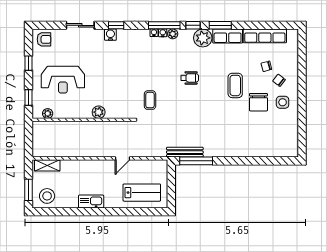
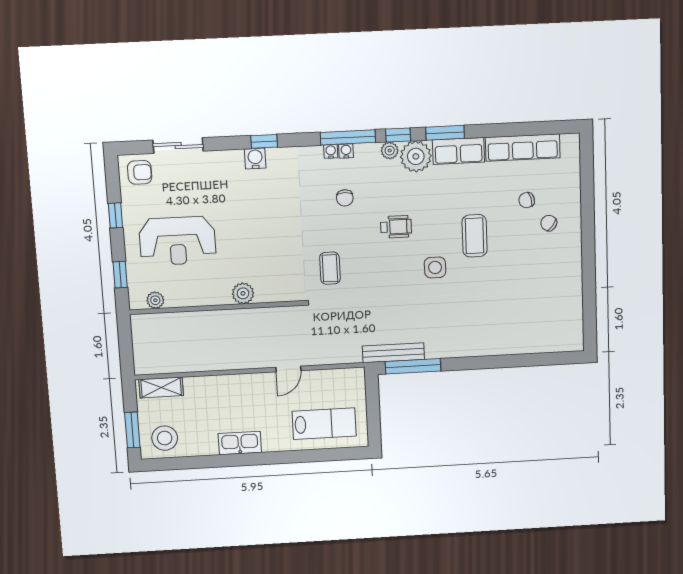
sliding door: (80, 25) -> (178, 146), moved
plant: (173, 34) -> (390, 151), moved
chair: (258, 102) -> (345, 198), moved, width x0.54, depth x0.54
side table: (283, 102) -> (435, 267), moved

